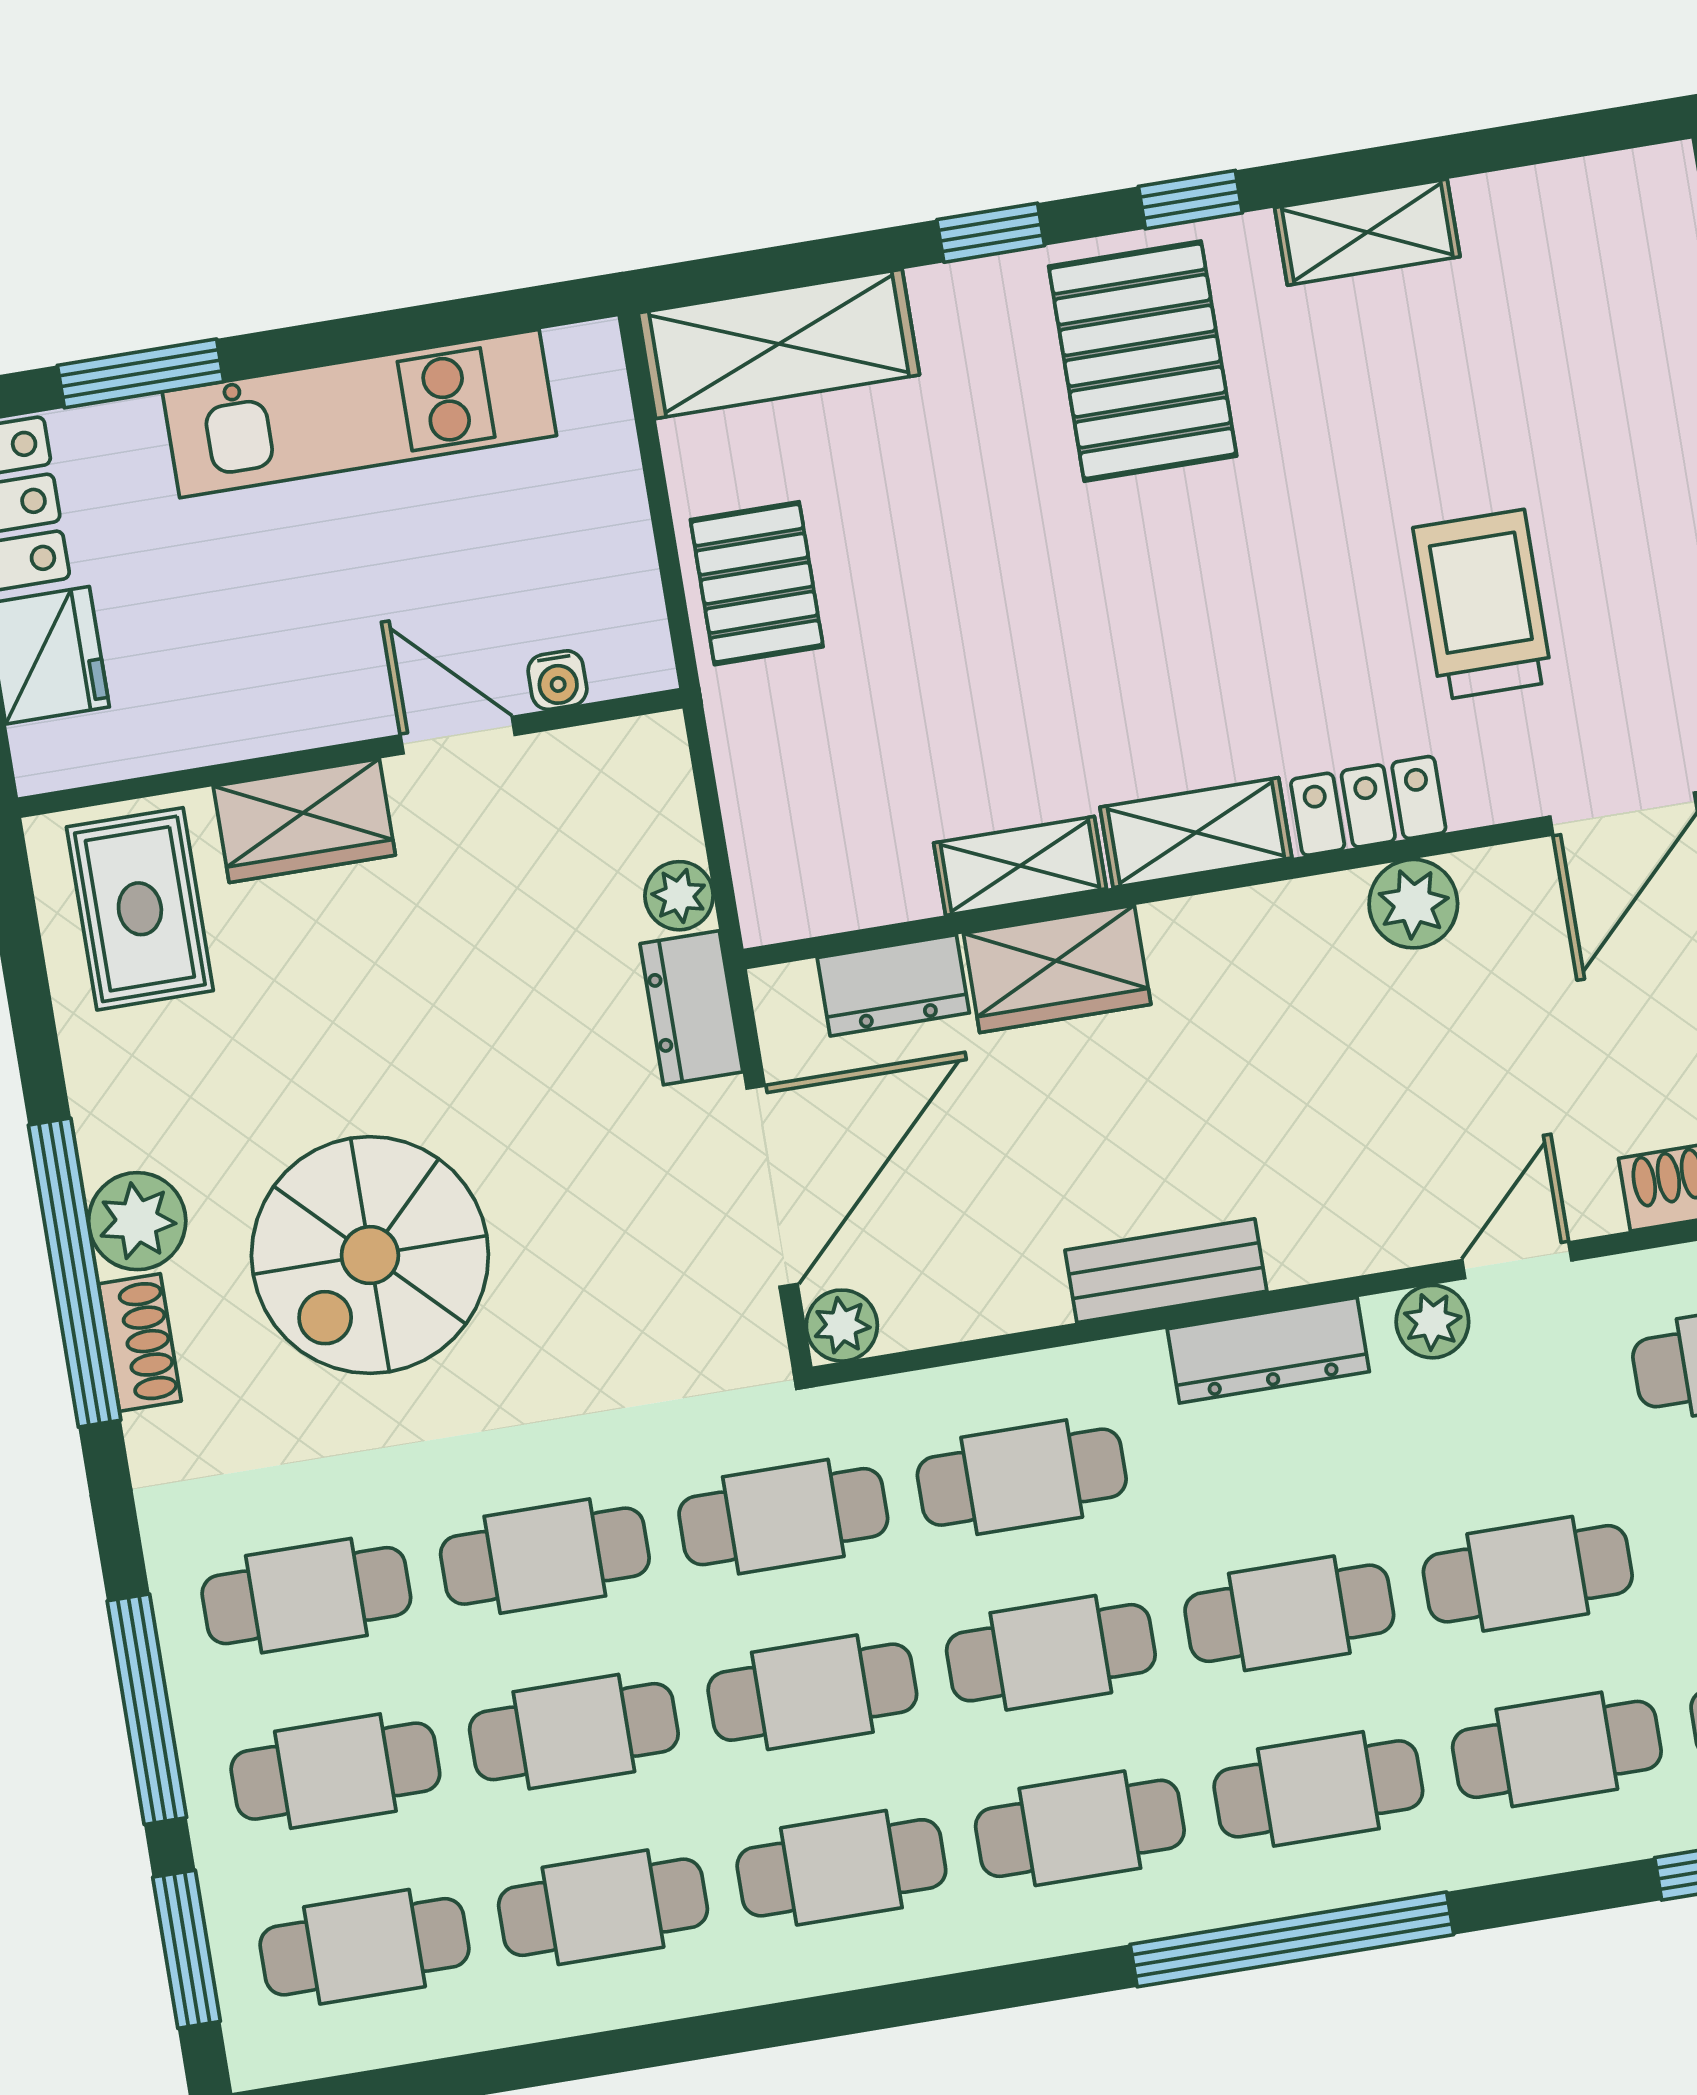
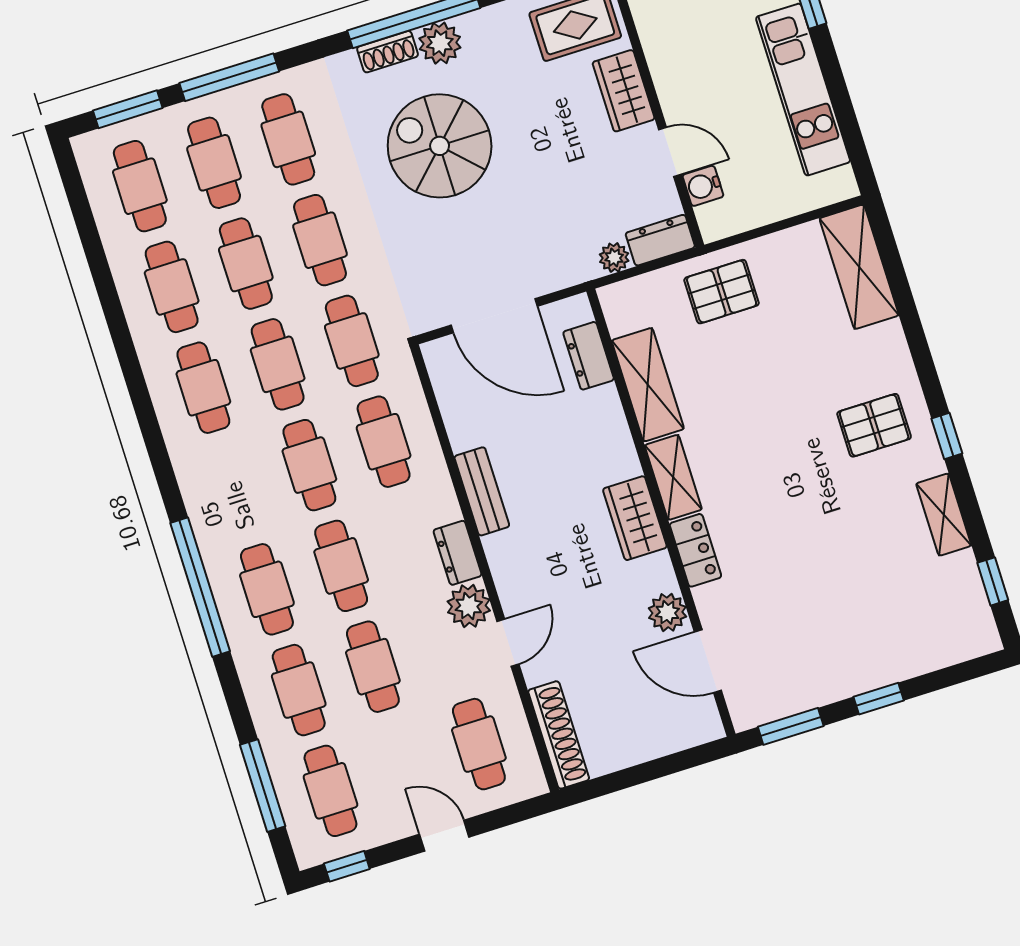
window: (991, 233) -> (993, 581), moved
pallet: (1143, 361) -> (874, 425), width x0.67, depth x0.71
pallet: (757, 583) -> (722, 292), moved
trolley: (1483, 605) -> (790, 588), removed
water cooler: (557, 680) -> (703, 186), width x1.38, depth x1.38
door: (458, 735) -> (670, 152), hinge flipped
shelving: (1020, 866) -> (648, 385), width x1.50, depth x1.33
plant: (1413, 904) -> (667, 612), moved
wardrobe: (1057, 969) -> (635, 518), moved
dresser: (691, 1008) -> (660, 240), moved
door: (1517, 1260) -> (508, 643), hinge flipped
plant: (1432, 1322) -> (469, 606), width x1.38, depth x1.38
plant: (842, 1326) -> (438, 354), removed
dresser: (1268, 1350) -> (458, 553), width x0.70
cafe table: (1080, 1828) -> (235, 489), removed

